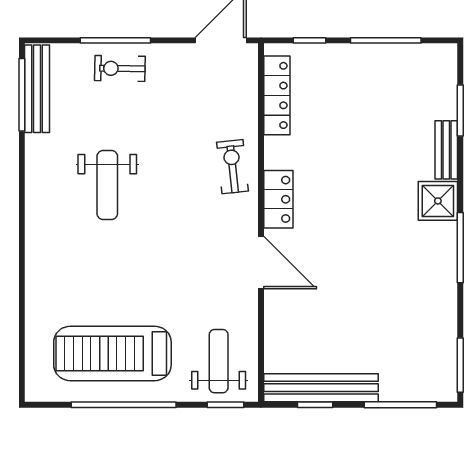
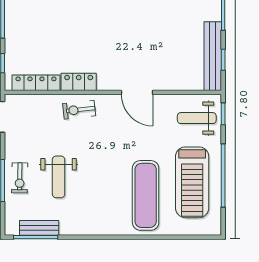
bench: (37, 89) -> (39, 228), width x0.73
weight bench: (107, 185) -> (59, 177), moved, turned 90
locker: (278, 199) -> (79, 82), moved
door: (261, 263) -> (137, 92), swing flipped
exercise mat: (91, 277) -> (146, 195), added

